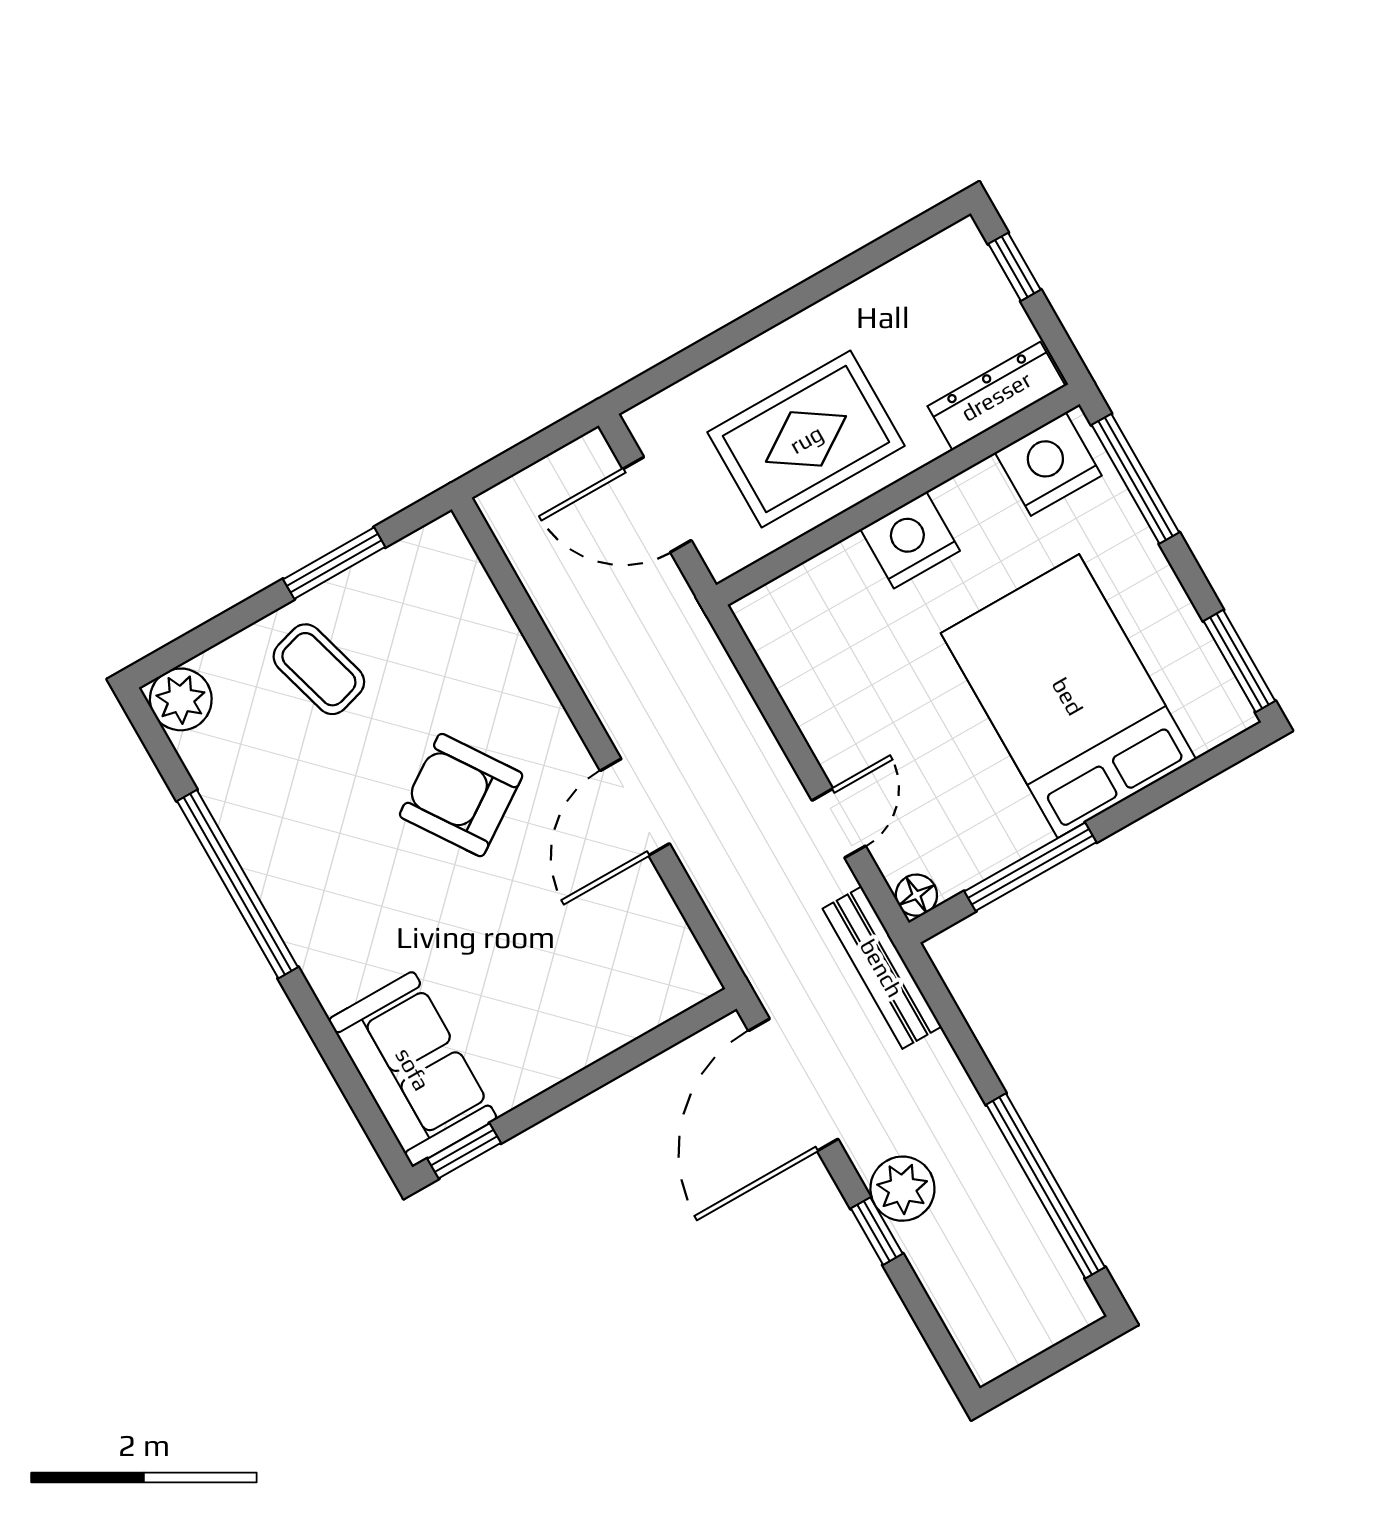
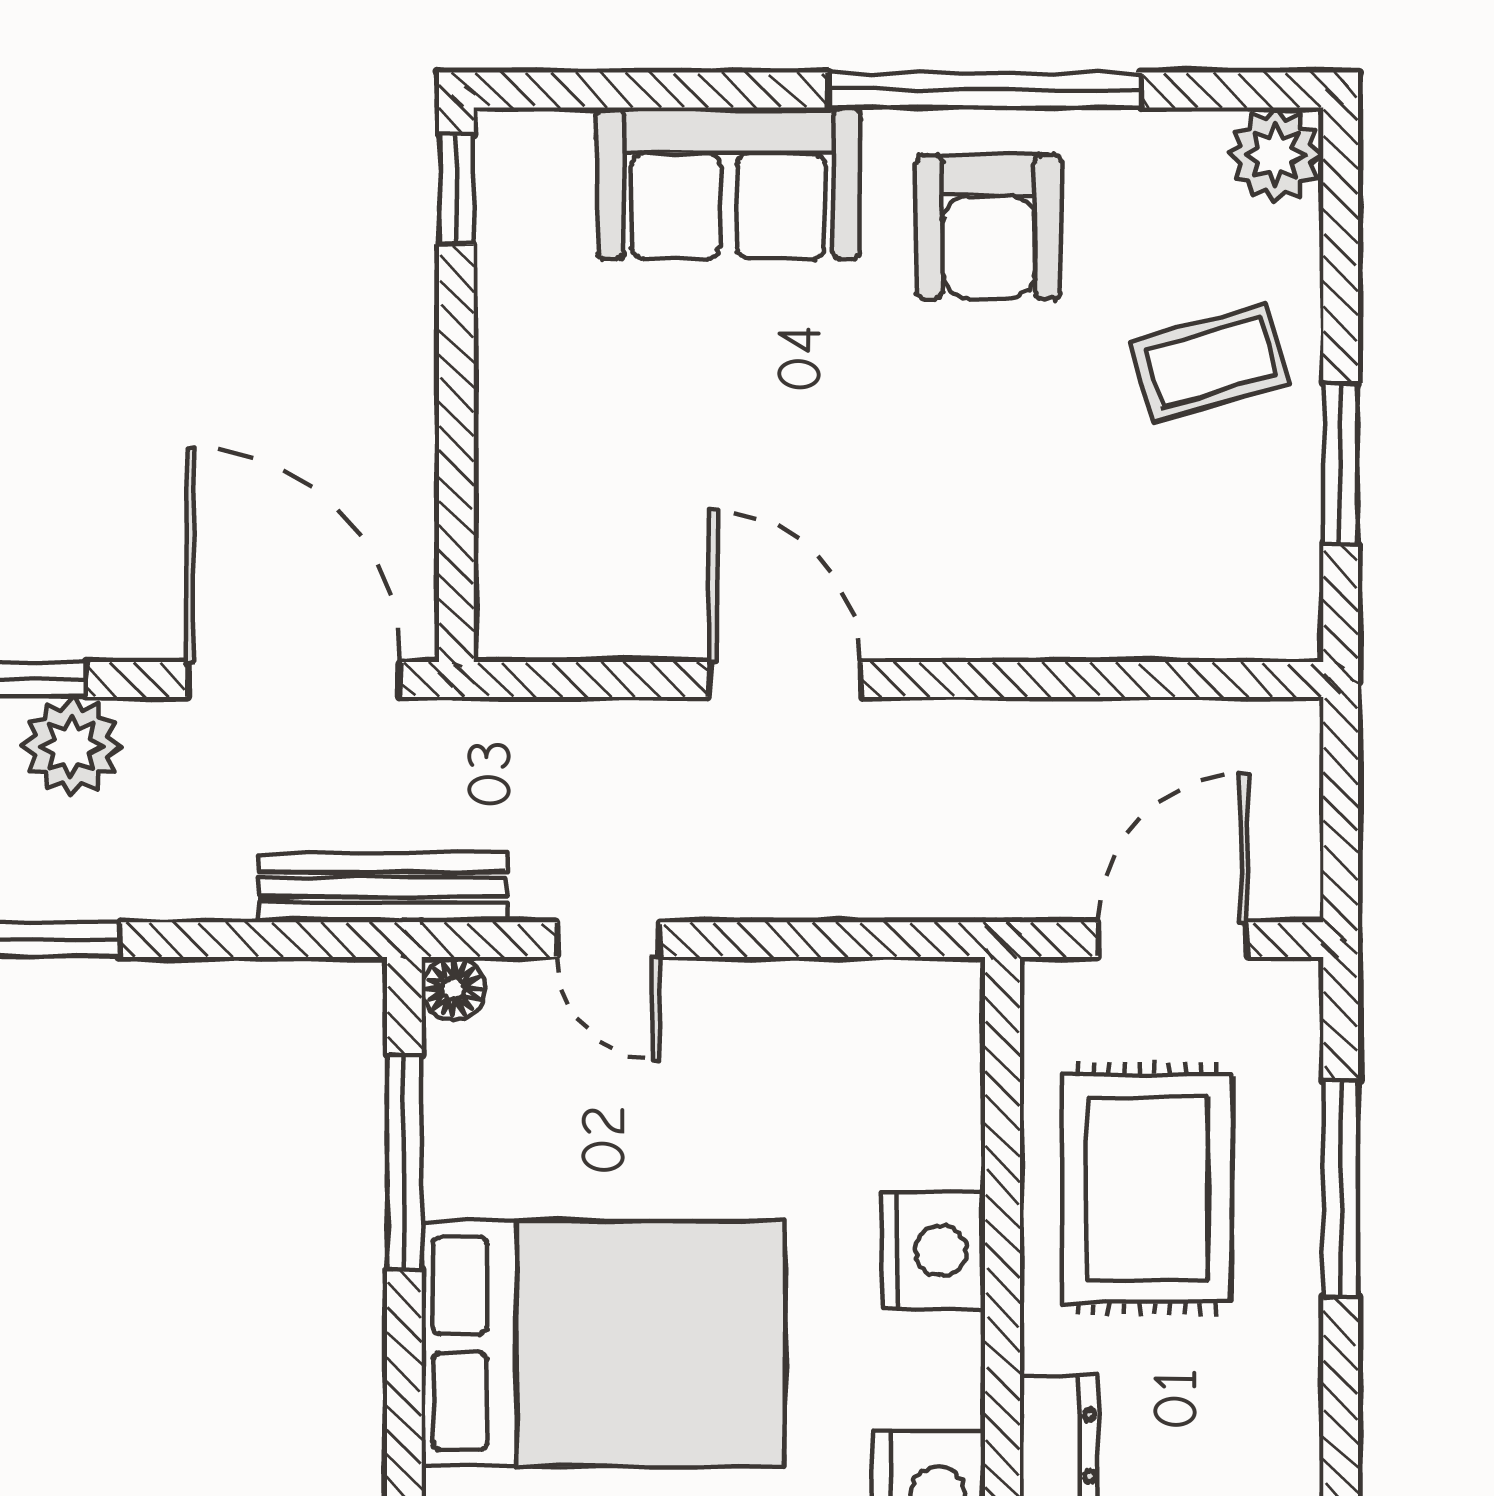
window: (744, 330) -> (1341, 1189), added
armchair: (461, 795) -> (989, 227), moved, turned 124
sofa: (413, 1069) -> (729, 183), moved

